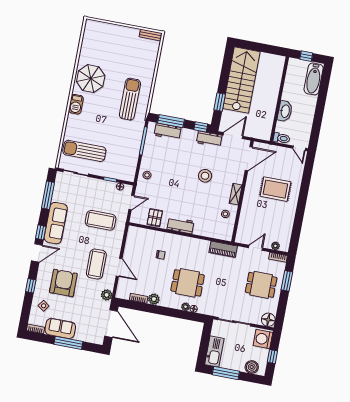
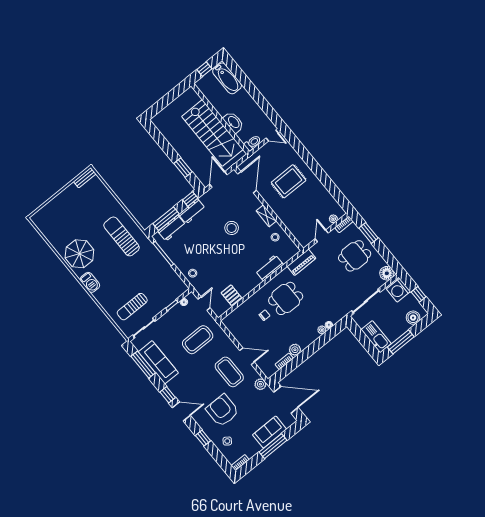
stairs: (241, 80) -> (212, 133), moved, turned 180
workbench: (209, 139) -> (192, 211), moved
sun lounger: (84, 151) -> (132, 307), width x0.73, depth x0.75
sofa: (56, 223) -> (158, 362), moved
workbench: (181, 225) -> (269, 268), moved
door: (37, 253) -> (181, 411), hinge flipped
dining table: (188, 283) -> (286, 298), moved
sofa: (60, 328) -> (270, 432), moved

